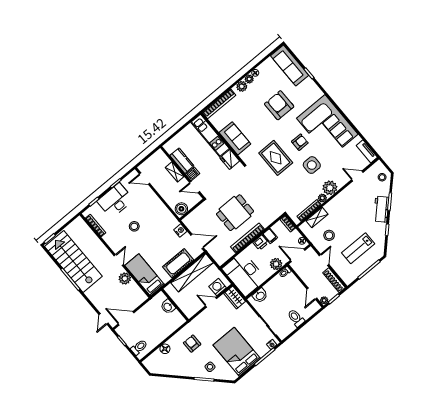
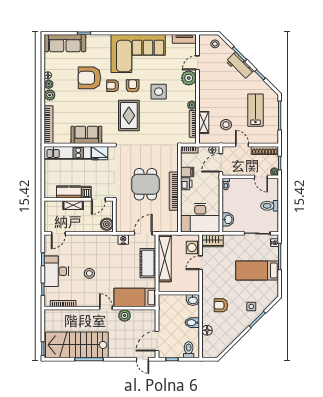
armchair: (288, 127) -> (113, 86), added
rug: (276, 158) -> (129, 116), turned 90
plant: (330, 188) -> (189, 78), moved
lab bench: (358, 248) -> (255, 110), turned 180
plant: (276, 264) -> (213, 186), removed
washbasin: (168, 307) -> (193, 300), moved
bidet: (162, 333) -> (192, 323), added
bed: (237, 352) -> (257, 270), width x0.67

